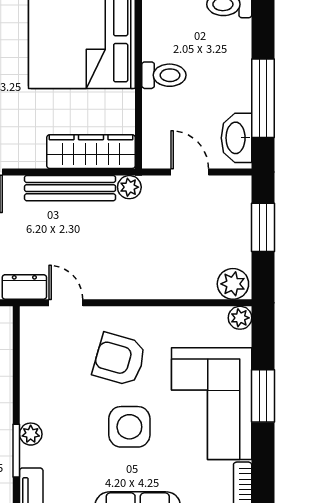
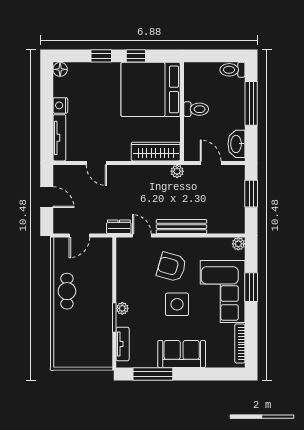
window: (263, 98) -> (251, 103), moved
bench: (70, 188) -> (181, 227), moved
plant: (233, 284) -> (235, 225), removed

